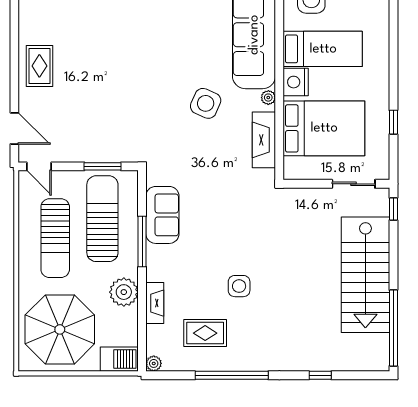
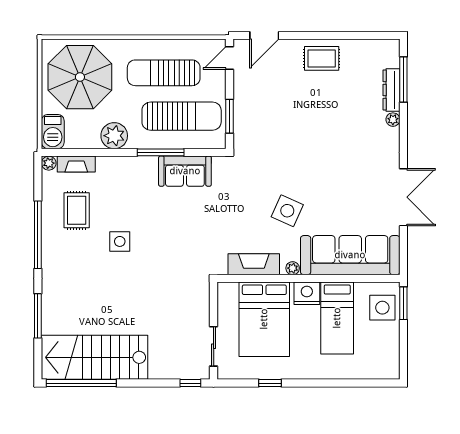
stairs: (365, 275) -> (95, 357), moved
fireplace: (155, 303) -> (76, 164), moved
window: (320, 375) -> (38, 316), width x2.17

